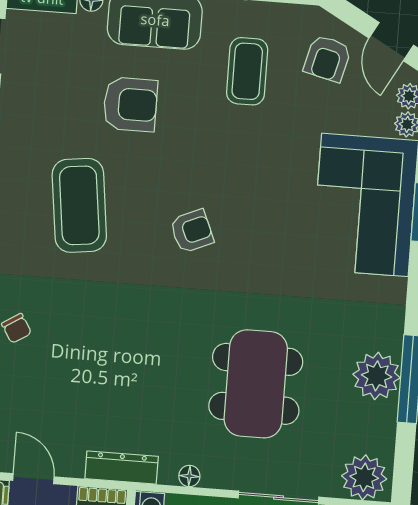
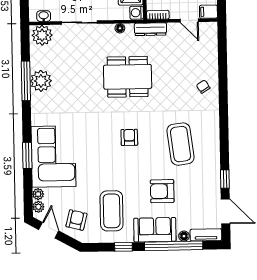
coffee table: (247, 71) -> (112, 211), width x1.36, depth x1.32
armchair: (192, 231) -> (129, 137), turned 113
dining table: (256, 384) -> (128, 77), moved, turned 90

